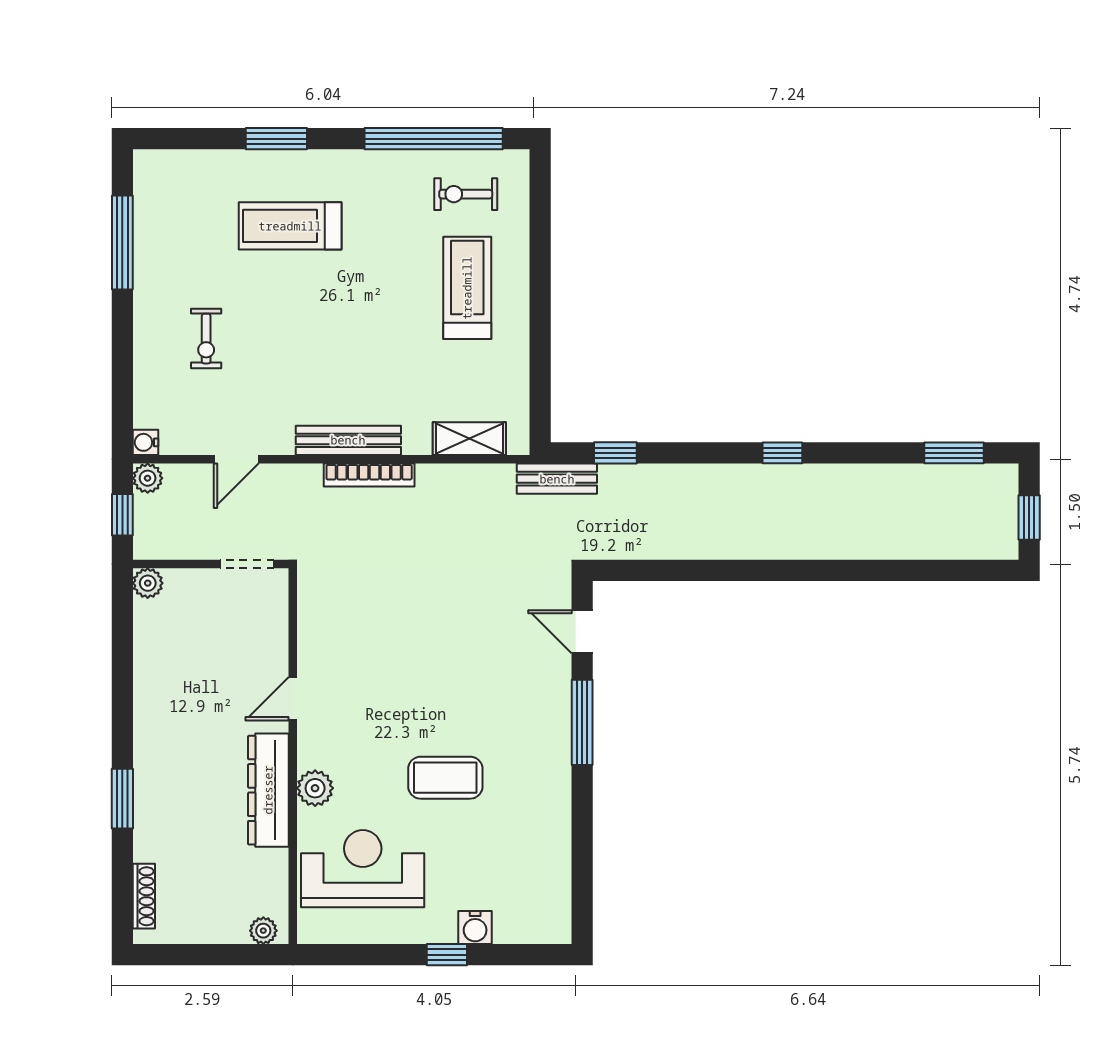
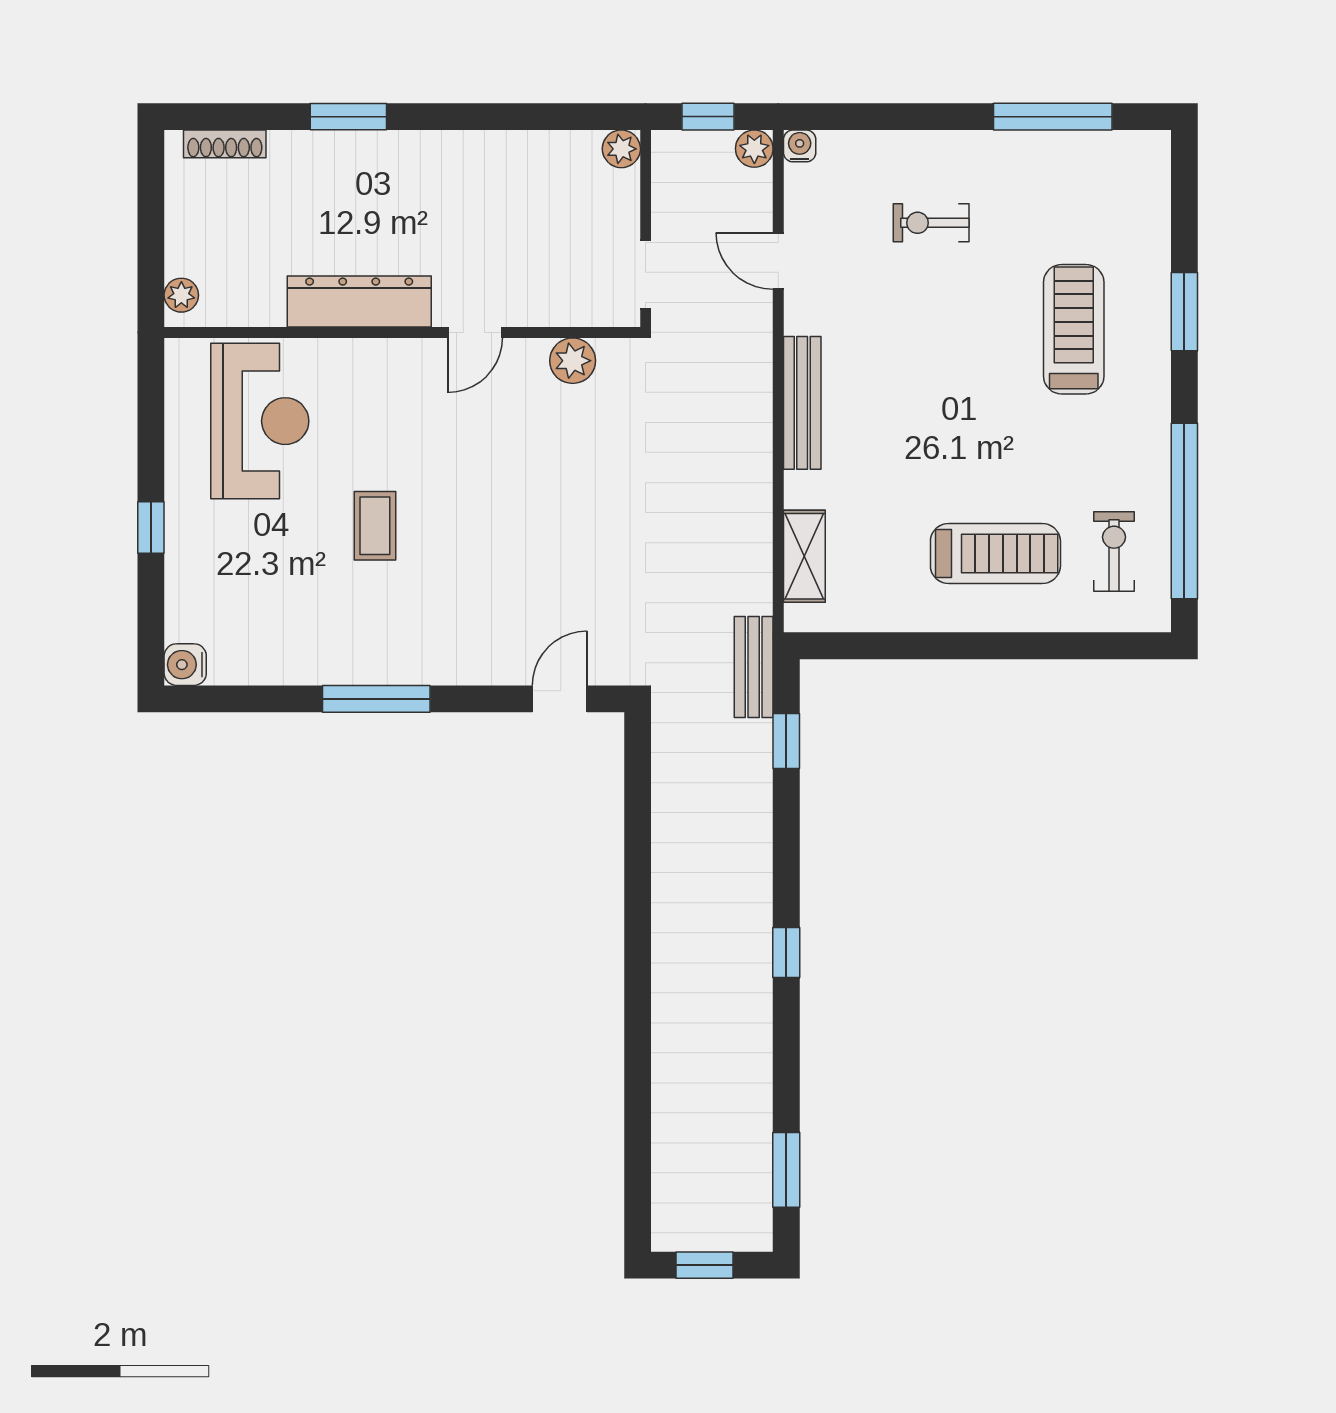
bookcase: (369, 475) -> (758, 429), removed
door: (293, 699) -> (475, 333), swing flipped
window: (582, 722) -> (376, 699), moved
coffee table: (445, 778) -> (375, 526), width x0.73, depth x0.77
plant: (315, 788) -> (573, 361), moved
water cooler: (475, 927) -> (185, 665), moved

